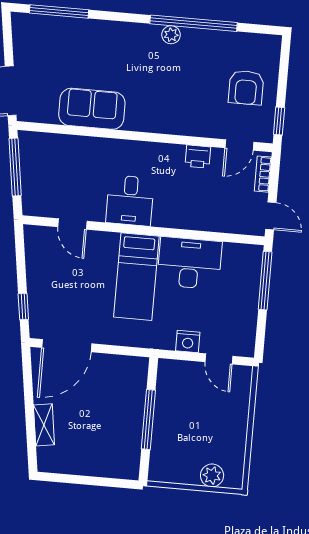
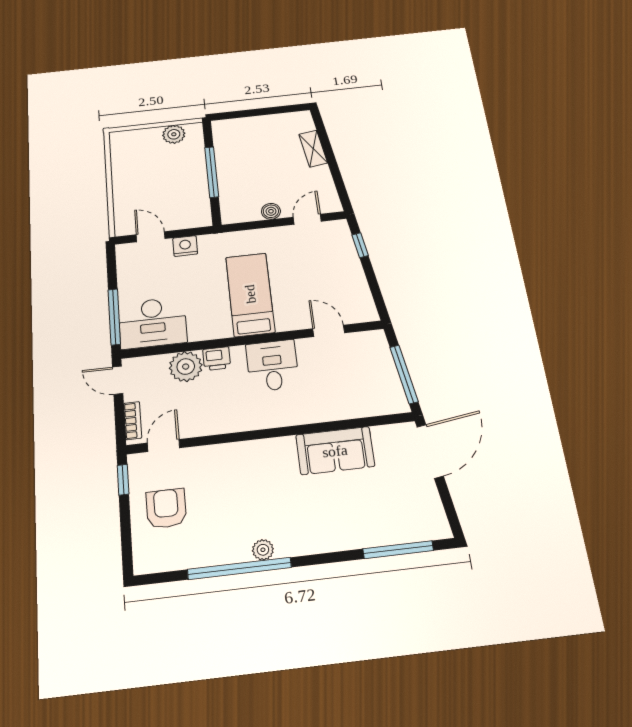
printer: (198, 157) -> (217, 359), moved, turned 180
plant: (208, 216) -> (186, 367), added
desk: (189, 263) -> (153, 323), moved
door: (67, 346) -> (307, 219), width x0.53
boiler: (99, 362) -> (271, 211), added
plant: (212, 475) -> (174, 134), moved

